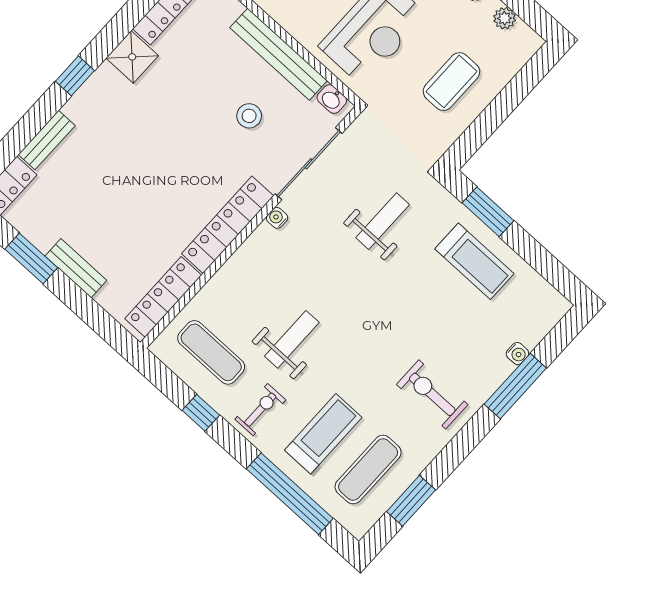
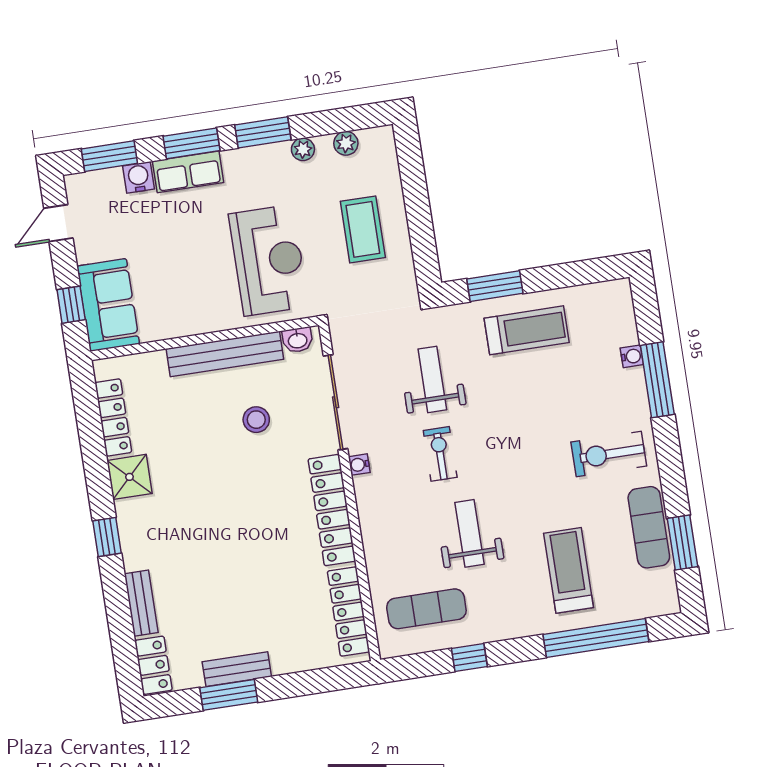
bench: (76, 268) -> (237, 669), moved
exercise bike: (260, 410) -> (440, 454), moved
exercise mat: (368, 470) -> (649, 527), moved

